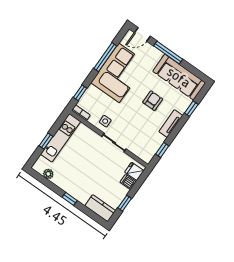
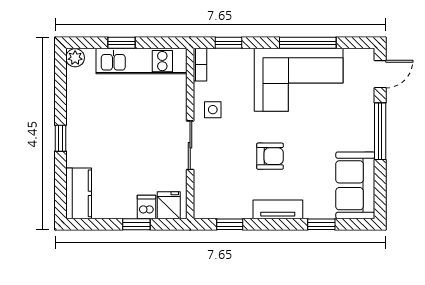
door: (142, 34) -> (380, 74), swing flipped
sofa: (179, 77) -> (355, 185), width x0.73
armchair: (153, 101) -> (270, 156), moved
plant: (48, 174) -> (75, 58), moved
window: (125, 203) -> (136, 224), moved

